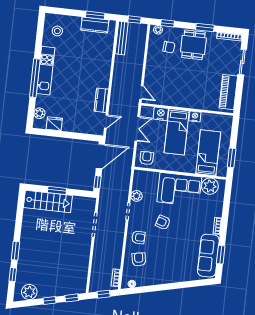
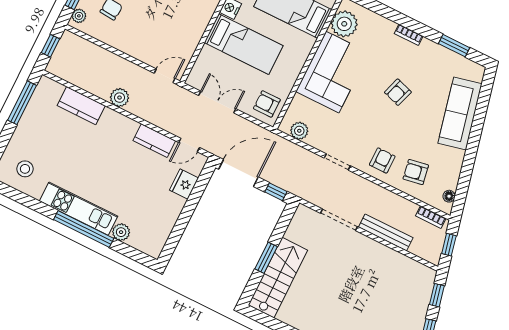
window: (95, 15) -> (22, 103), width x1.44
kitchen counter: (95, 25) -> (81, 106), moved, turned 90
bench: (122, 38) -> (386, 232), moved
plant: (119, 71) -> (120, 98), added
plant: (40, 113) -> (121, 232), moved
nightstand: (161, 114) -> (208, 58), removed
door: (106, 122) -> (189, 145), swing flipped
fridge: (54, 124) -> (184, 184), moved
door: (100, 156) -> (238, 173), hinge flipped
plant: (137, 196) -> (299, 131), moved
armchair: (163, 222) -> (398, 92), moved
sofa: (208, 256) -> (460, 114), moved, turned 77

